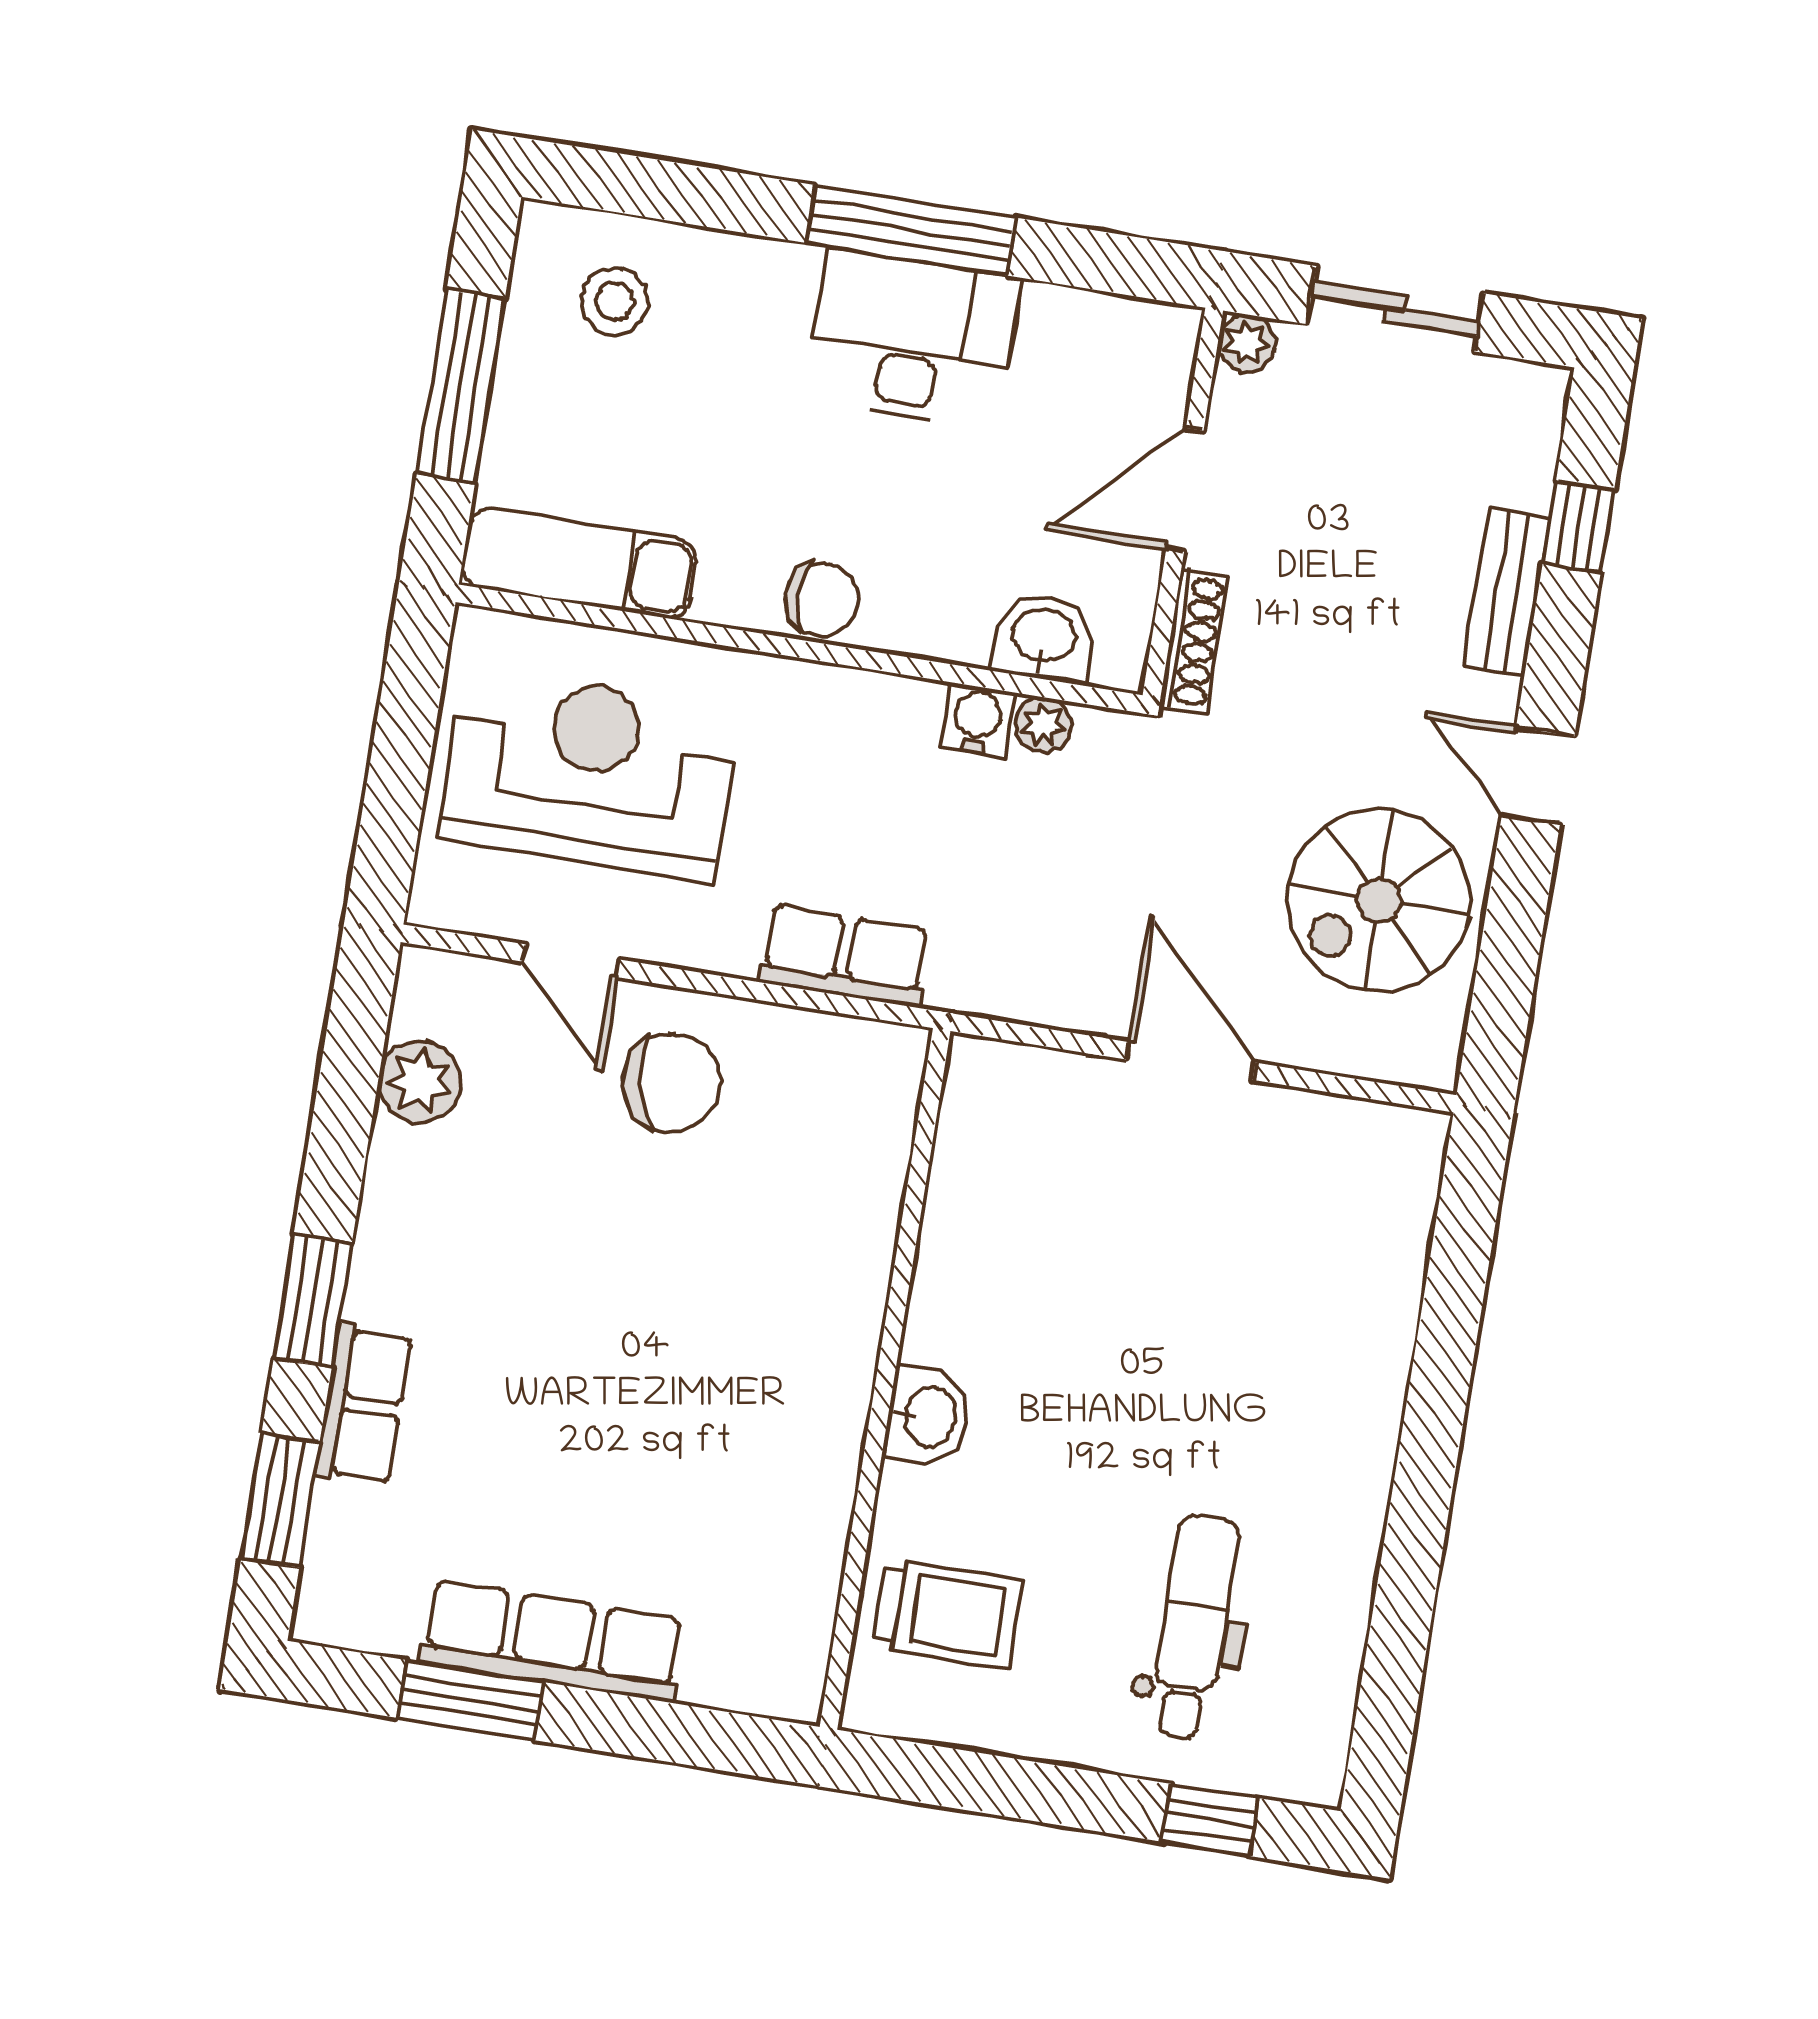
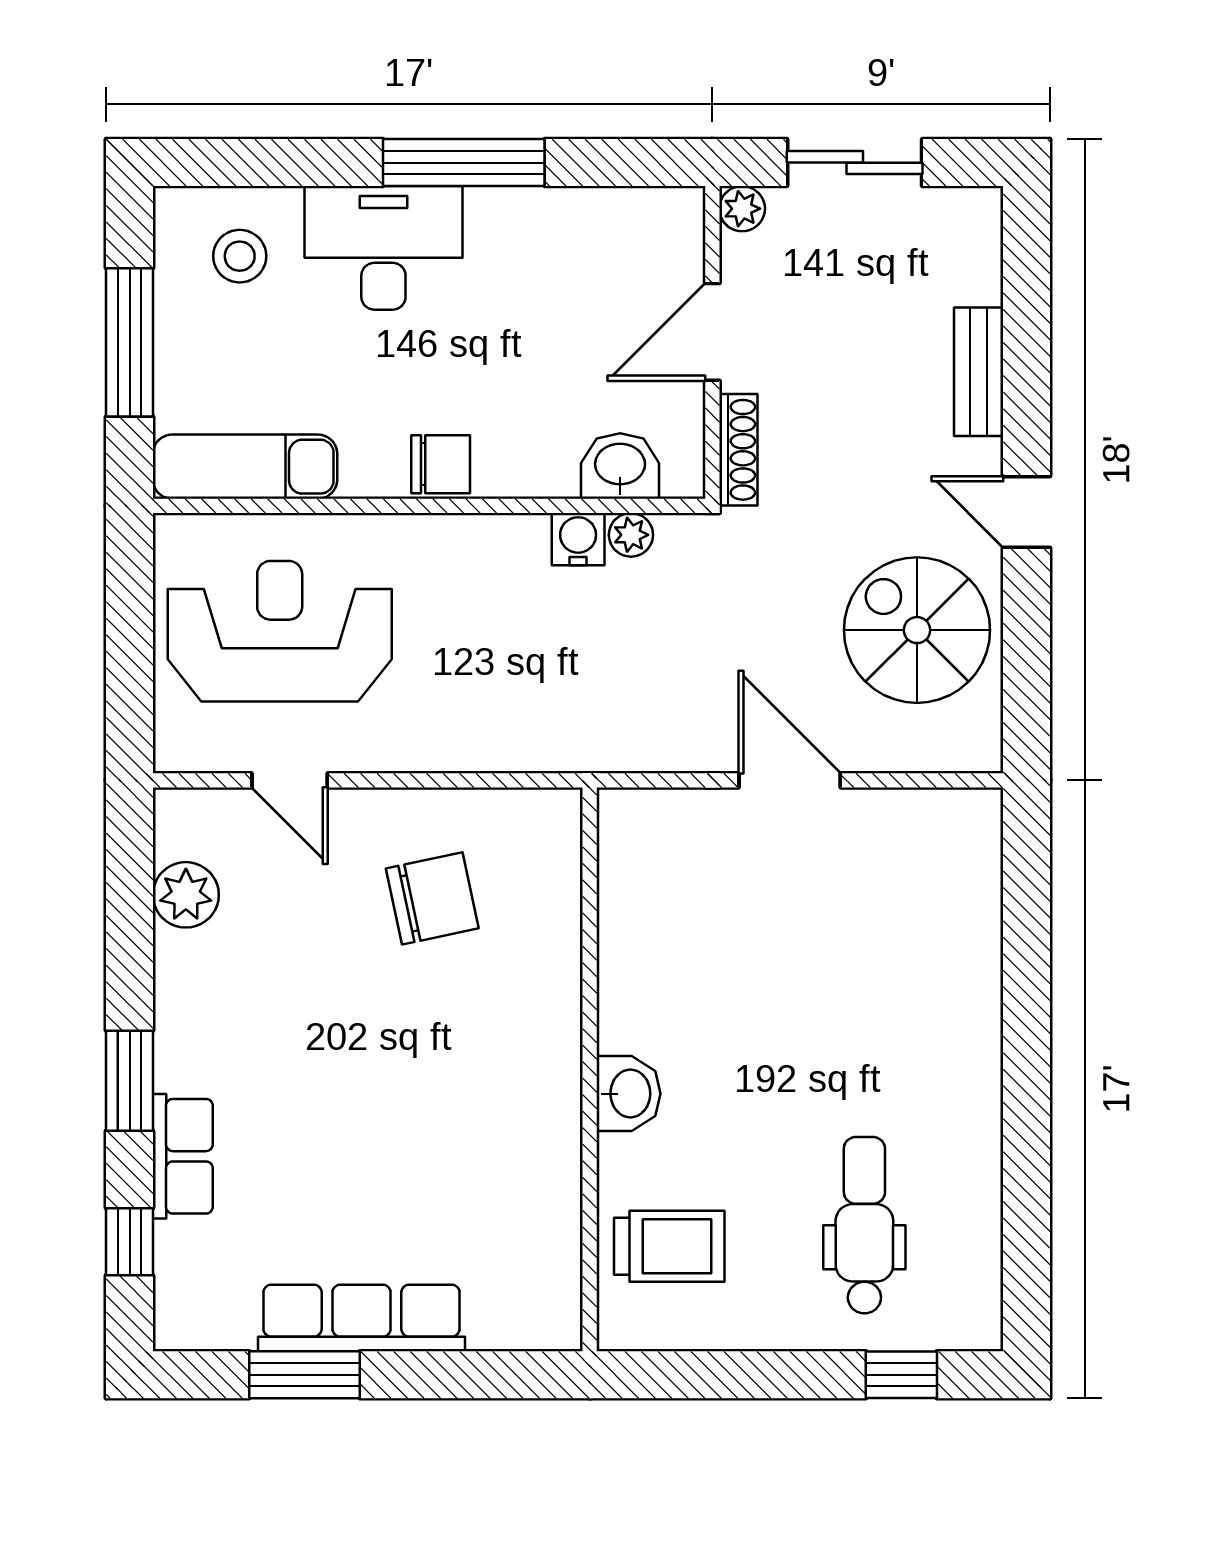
desk: (912, 339) -> (383, 248), moved
window: (1578, 527) -> (1027, 311), removed
spiral stairs: (1379, 900) -> (917, 630), turned 90
row of seats: (844, 956) -> (504, 742), removed
chair: (671, 1082) -> (432, 898), moved
window: (280, 1500) -> (130, 1242), width x0.67

